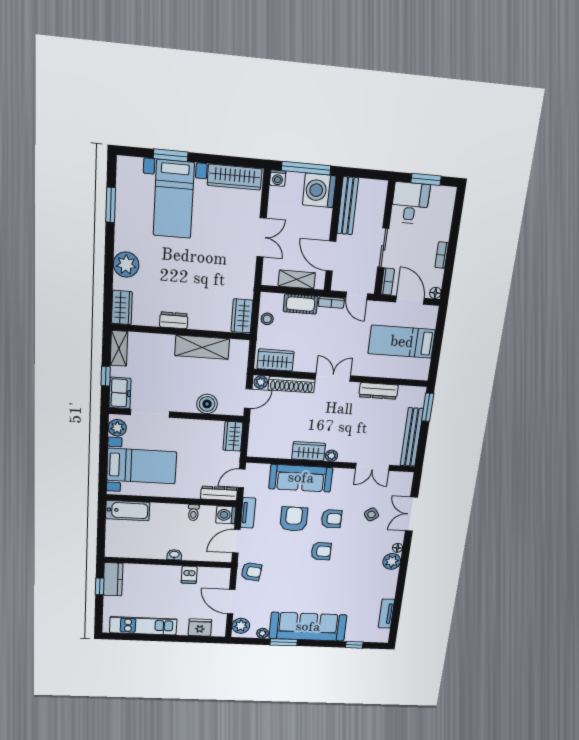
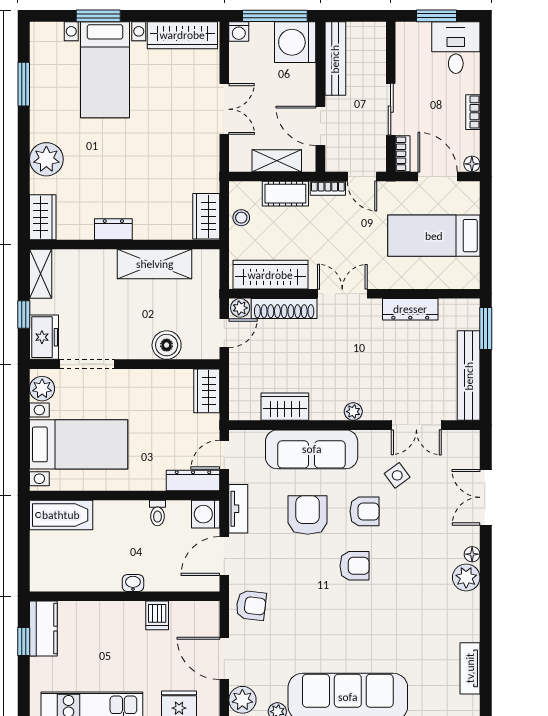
desk: (410, 203) -> (456, 48), moved
wardrobe: (275, 360) -> (270, 275), width x1.50
wardrobe: (309, 451) -> (285, 407), moved
side table: (371, 514) -> (397, 475), moved

